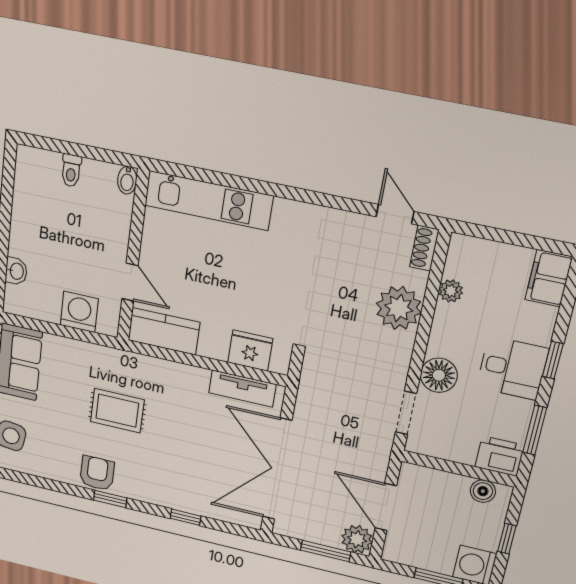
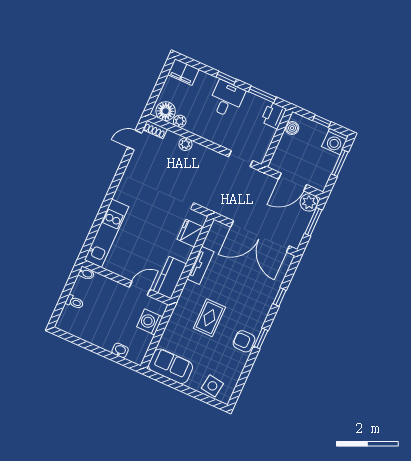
plant: (399, 308) -> (185, 144), width x0.53, depth x0.53
floor lamp: (439, 375) -> (166, 111), moved
tv unit: (242, 389) -> (200, 265), moved

